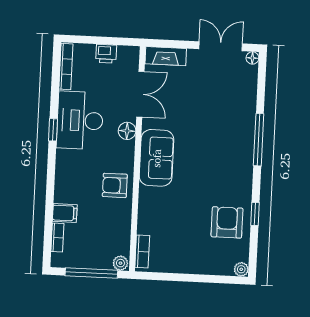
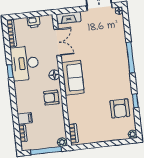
floor lamp: (127, 131) -> (54, 75), moved
armchair: (227, 222) -> (120, 108), turned 180

